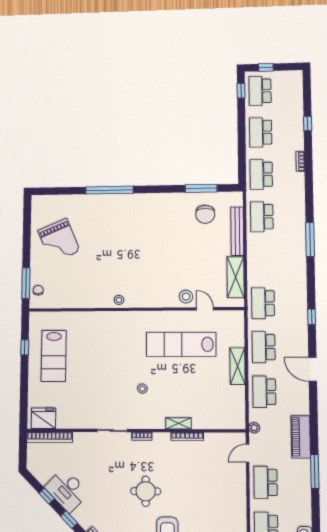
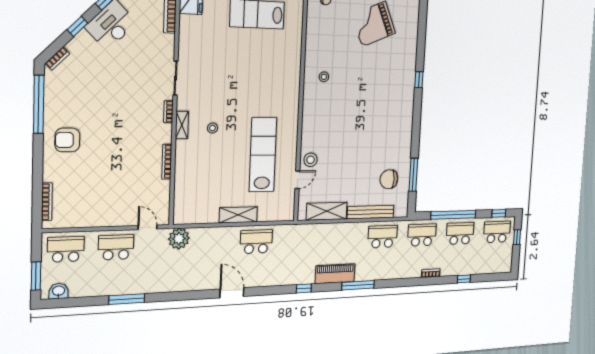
window: (242, 141) -> (453, 215), added
window: (109, 190) -> (419, 80), width x0.32
stool: (119, 300) -> (324, 77), moved
school desk: (263, 303) -> (300, 240), removed
window: (312, 317) -> (304, 288), moved
door: (313, 369) -> (232, 293), hinge flipped
stool: (142, 389) -> (212, 128), moved
school desk: (264, 392) -> (211, 243), removed
shelving: (178, 423) -> (182, 125), moved
plant: (254, 428) -> (179, 239), width x1.88, depth x1.88
piano: (301, 437) -> (335, 274), moved
round table: (146, 491) -> (108, 116), removed

